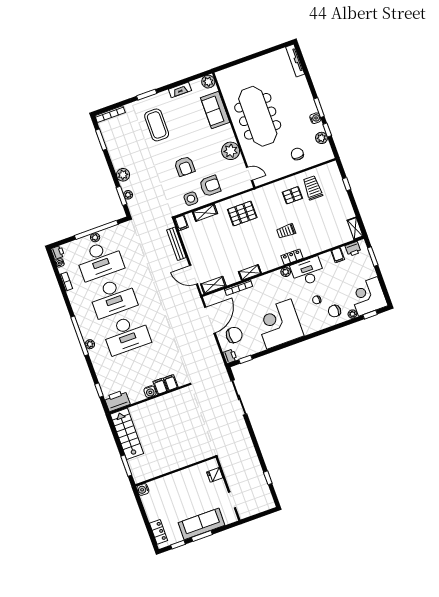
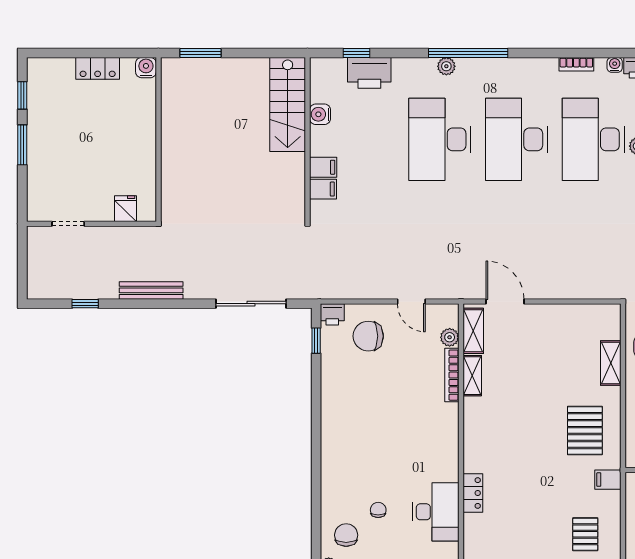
filing cabinet: (181, 223) -> (608, 480), moved
trolley: (286, 231) -> (524, 499), removed
bench: (176, 244) -> (151, 290), moved
shelving: (250, 272) -> (472, 376), moved
plant: (286, 272) -> (450, 337), moved
door: (194, 275) -> (505, 301), hinge flipped
door: (210, 320) -> (411, 301), width x0.53
corner desk: (279, 324) -> (359, 425), removed
chair: (234, 335) -> (368, 336), turned 90
water cooler: (150, 392) -> (320, 114), moved
printer: (117, 401) -> (369, 73), moved, turned 90
stairs: (127, 434) -> (288, 104), moved, turned 90
sofa: (201, 524) -> (44, 152), removed
locker: (159, 532) -> (98, 68), moved

